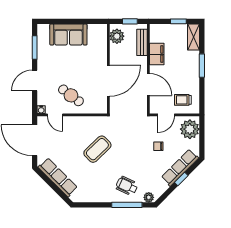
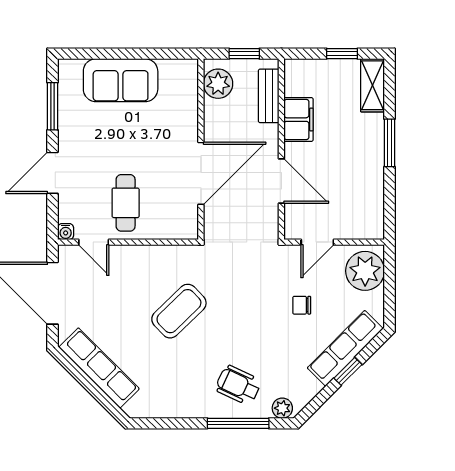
cafe table: (71, 95) -> (126, 203), turned 53
trolley: (183, 100) -> (351, 212), removed

